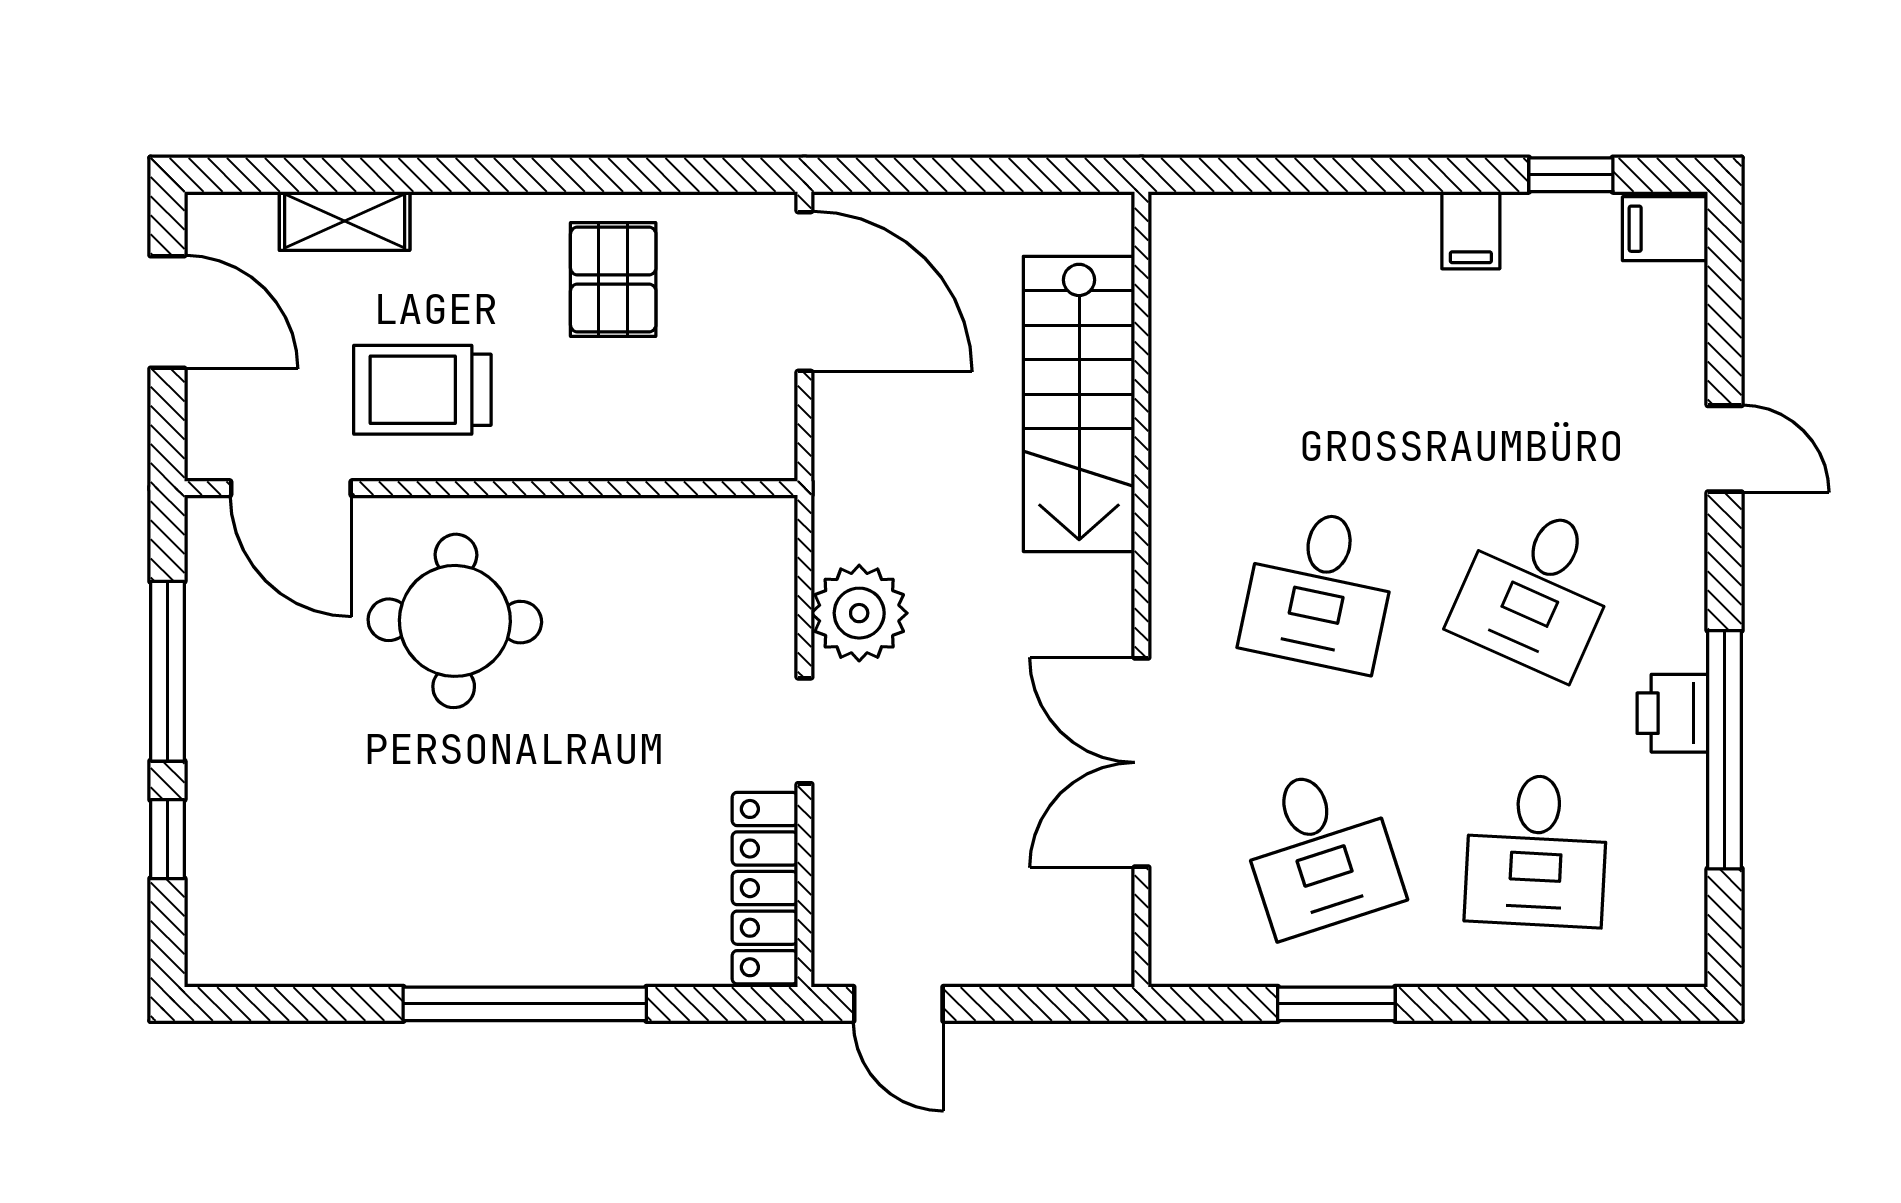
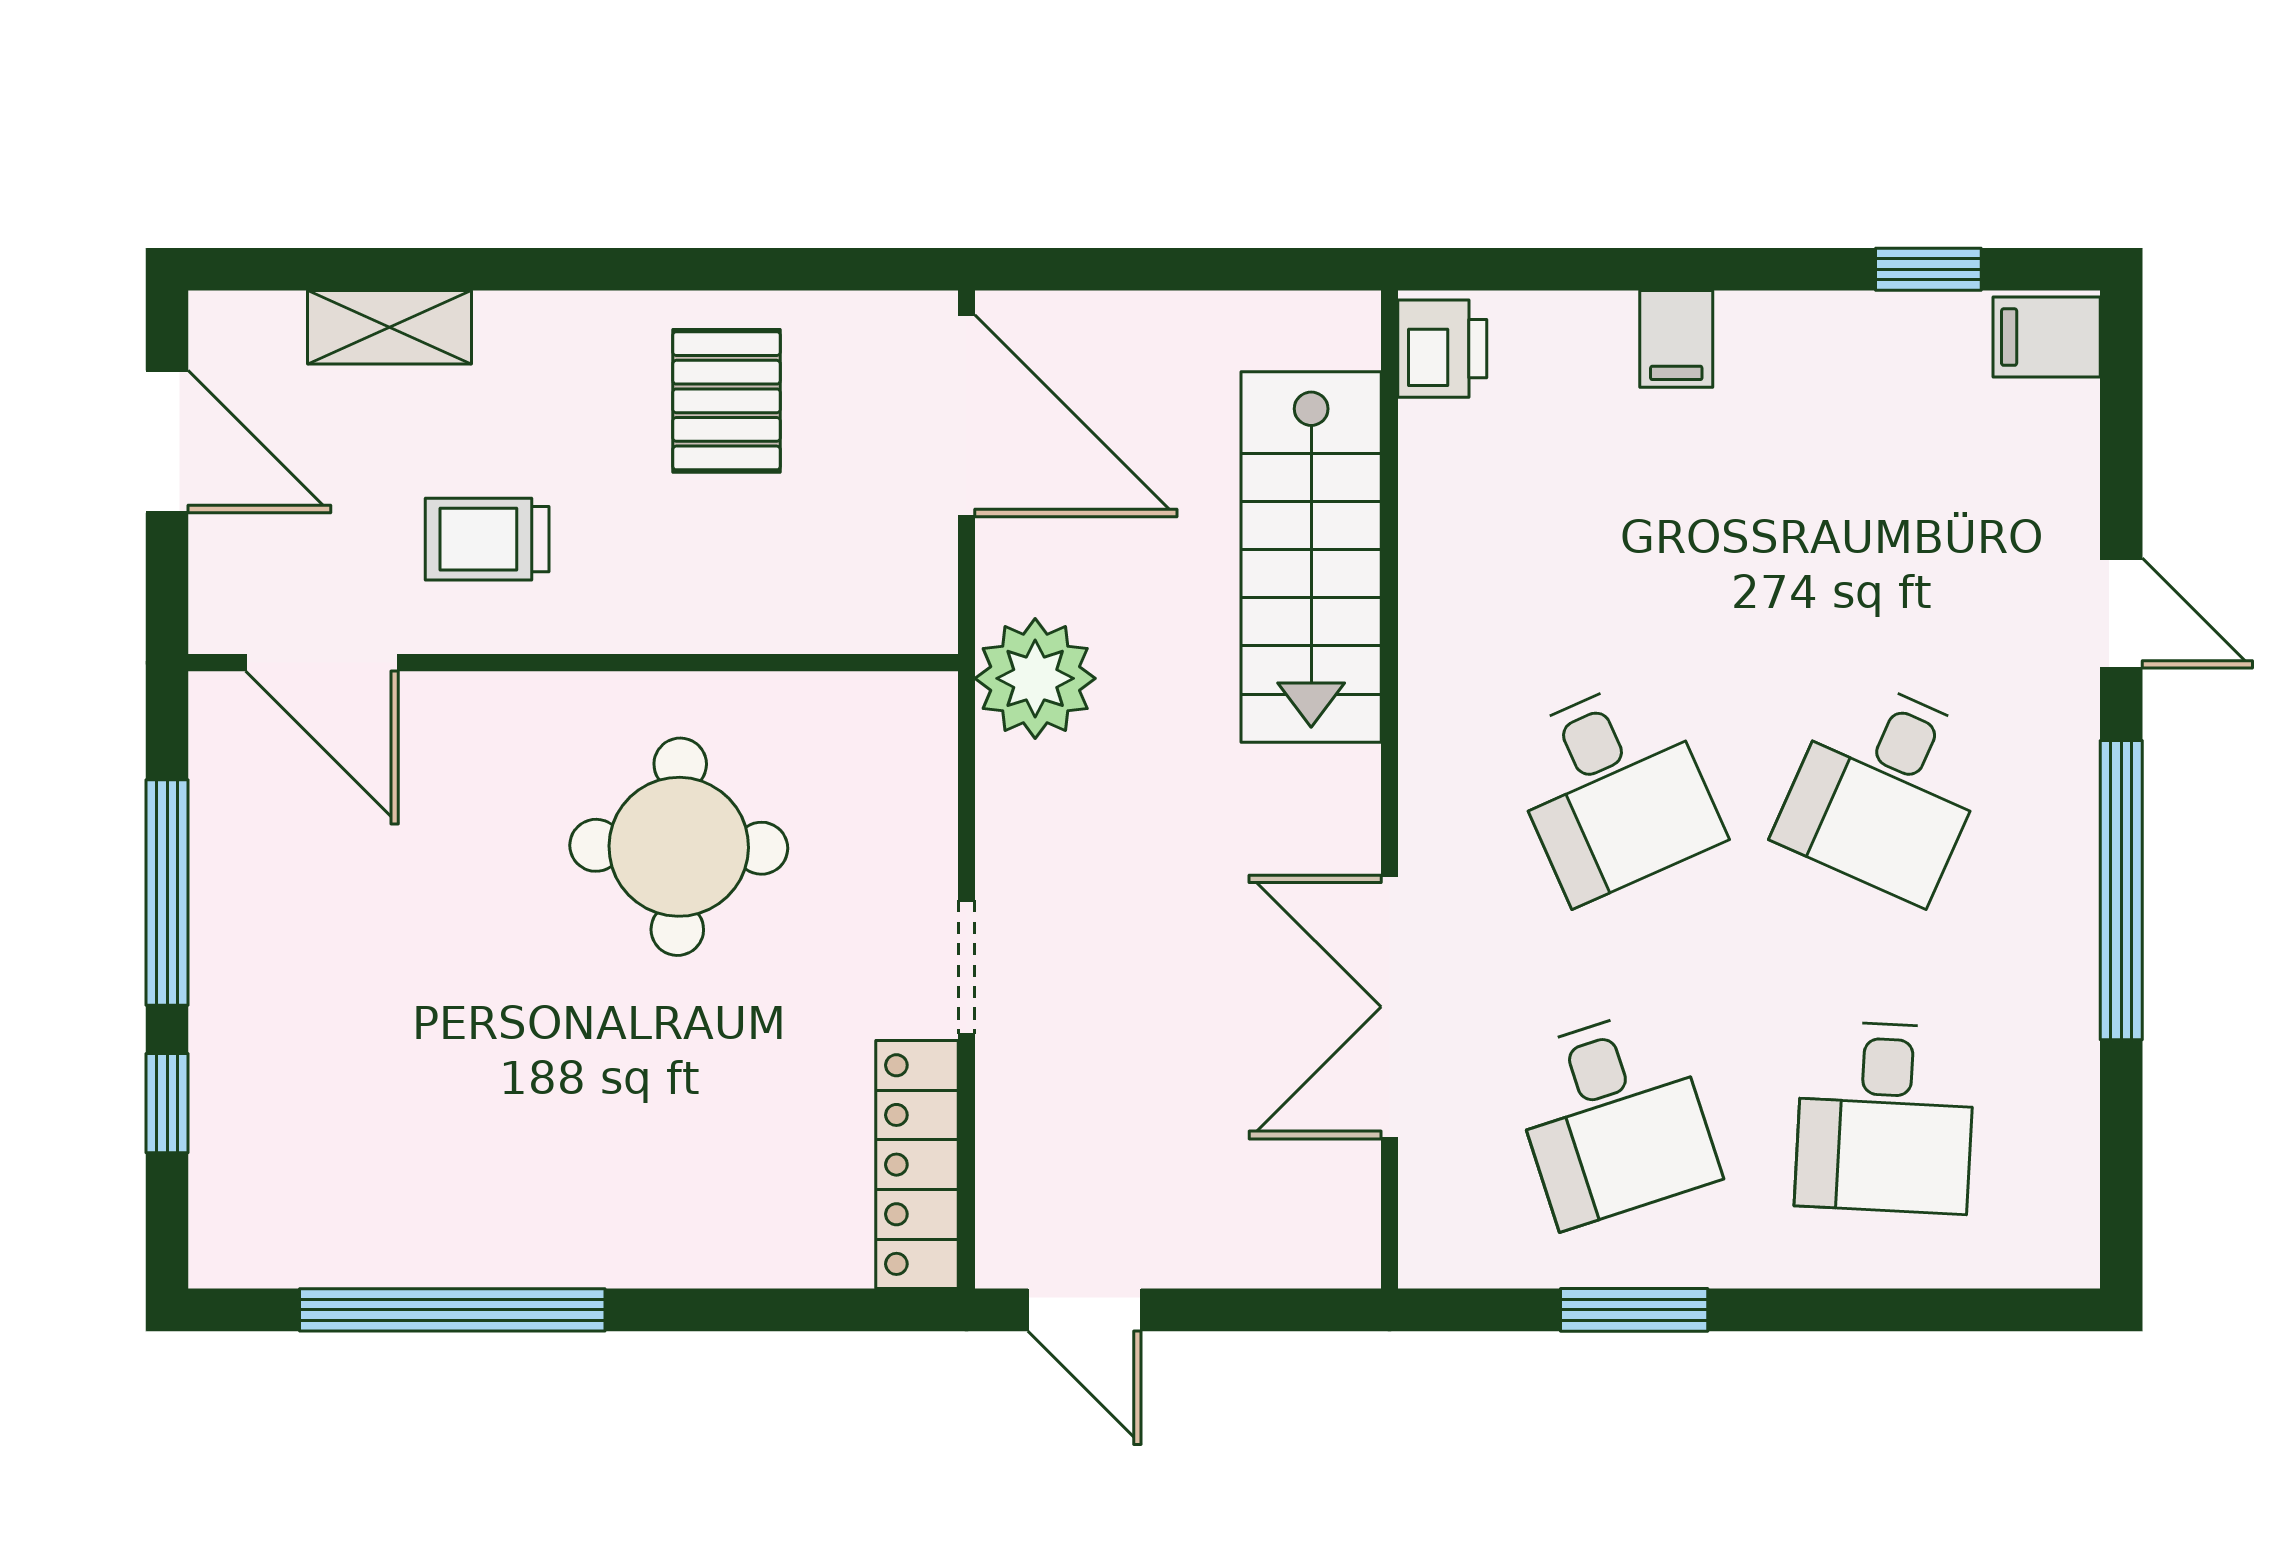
filing cabinet: (1471, 230) -> (1676, 339), moved
trolley: (422, 390) -> (487, 539), width x0.73, depth x0.72
desk: (1320, 589) -> (1613, 790), turned -36
plant: (859, 613) -> (1035, 678), moved
round table: (455, 621) -> (679, 847), moved
printer: (1672, 713) -> (1442, 349), moved, turned 180
window: (1725, 750) -> (2121, 890), moved
window: (525, 1004) -> (452, 1310), moved

